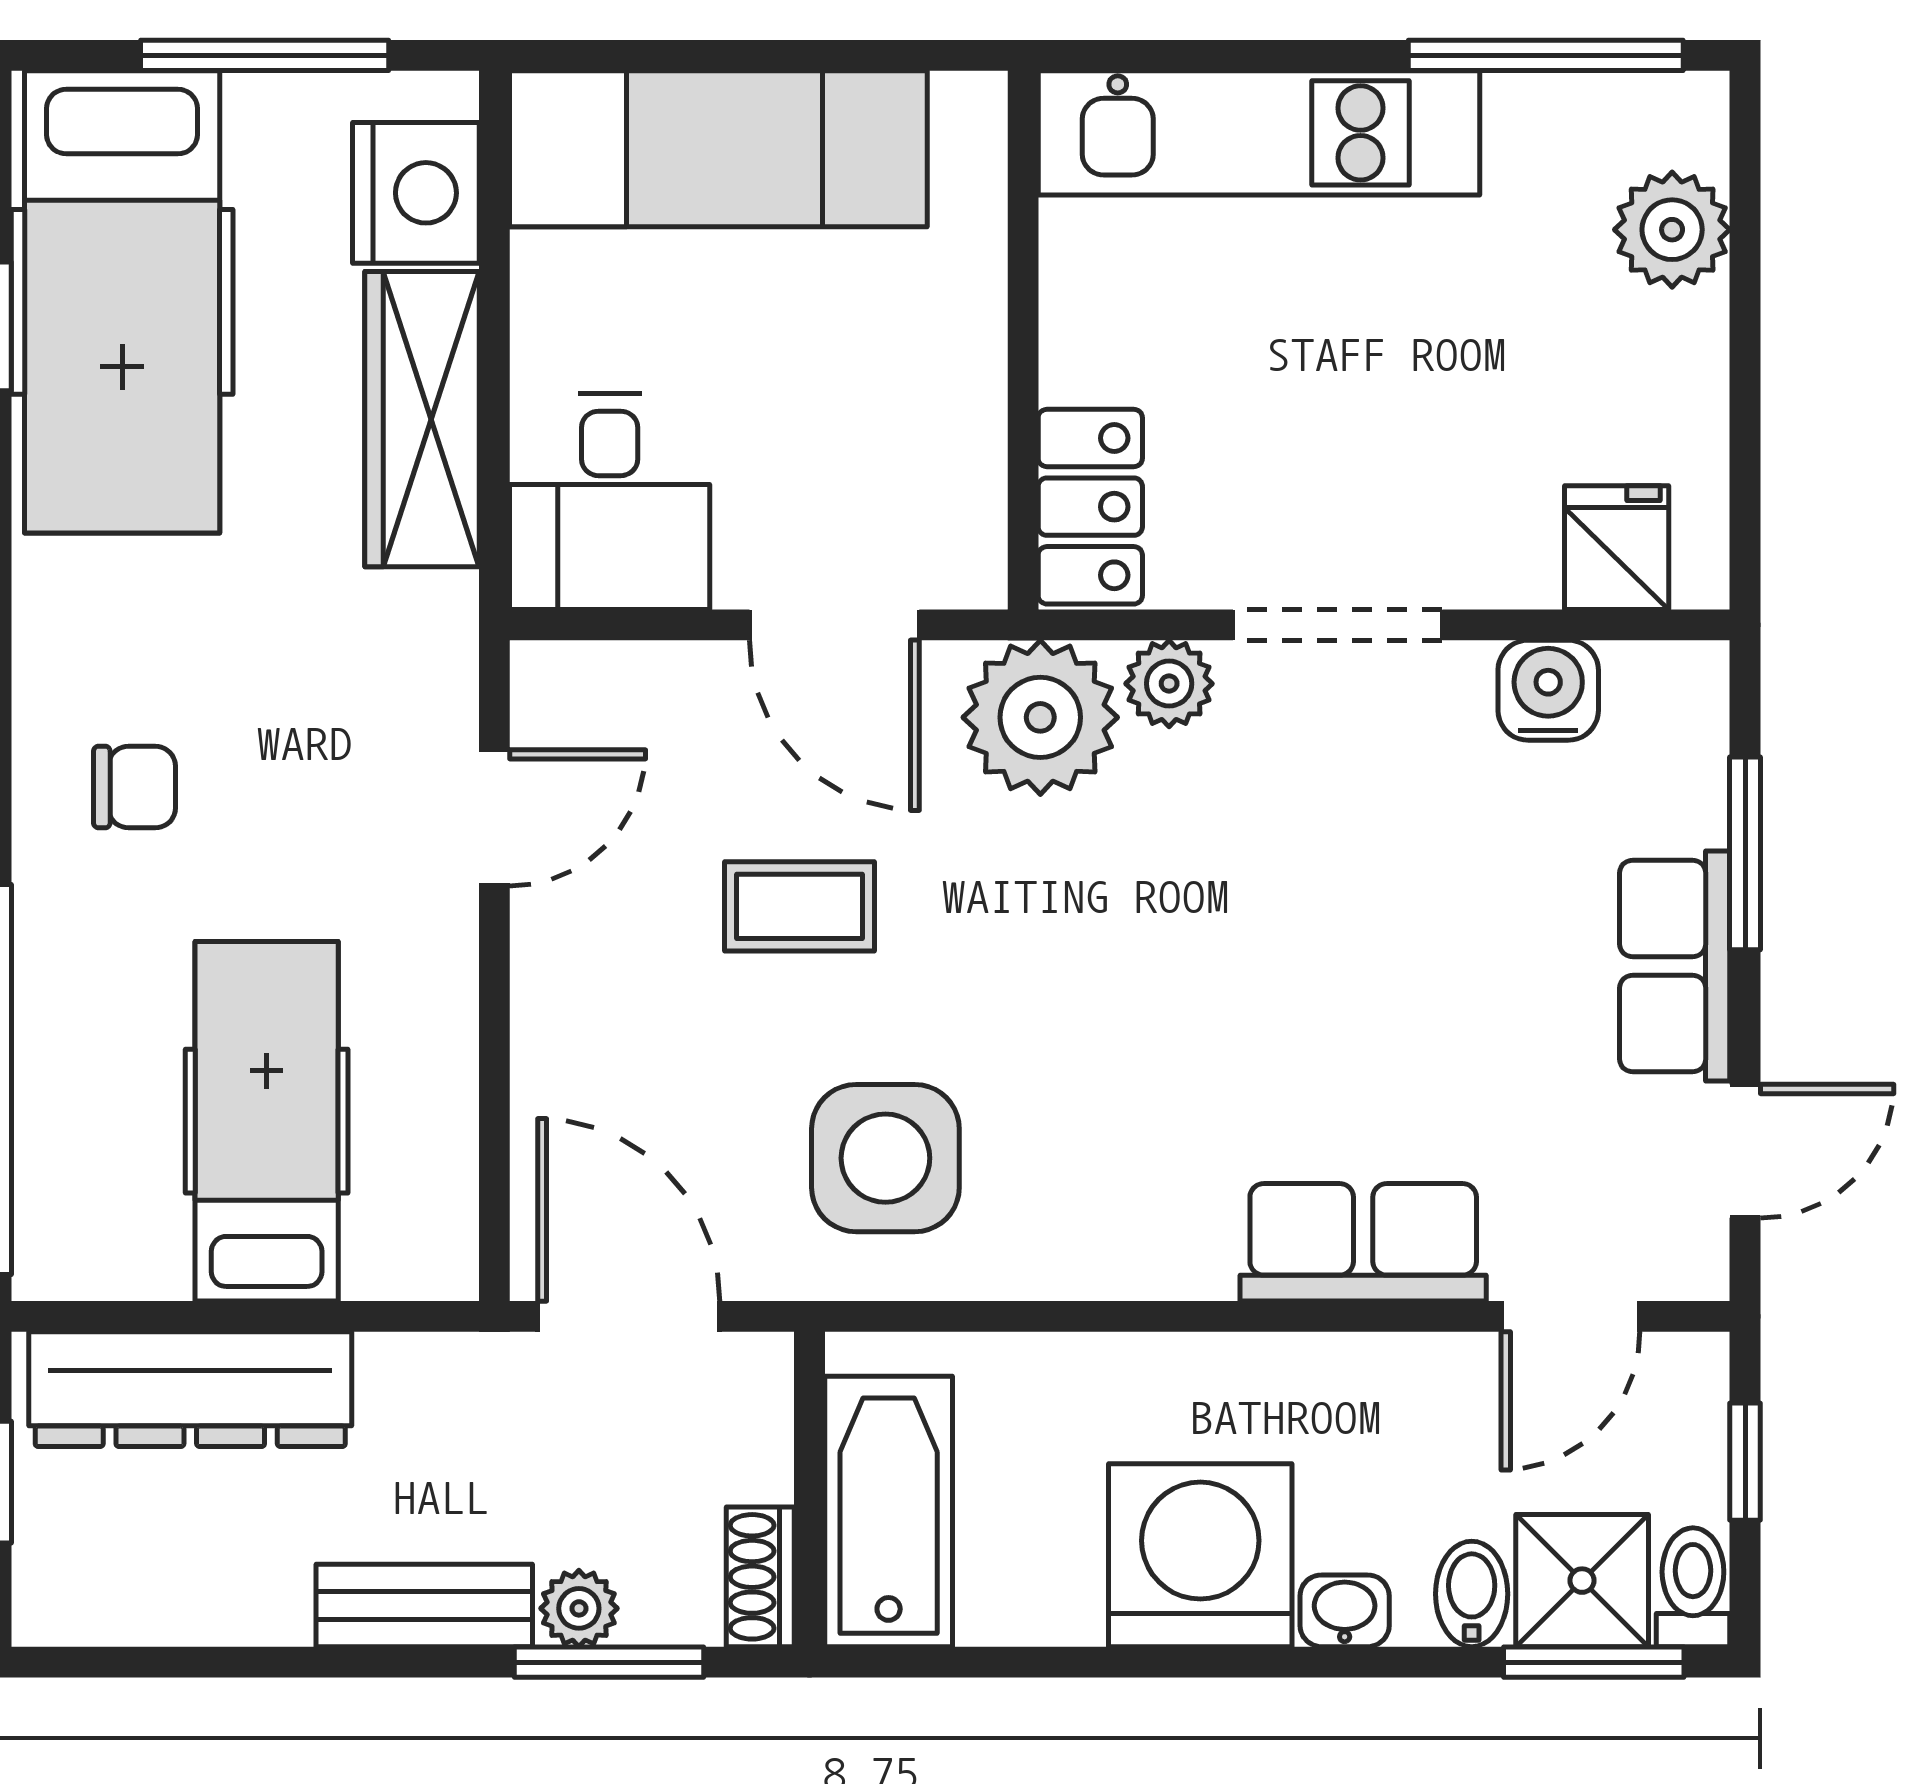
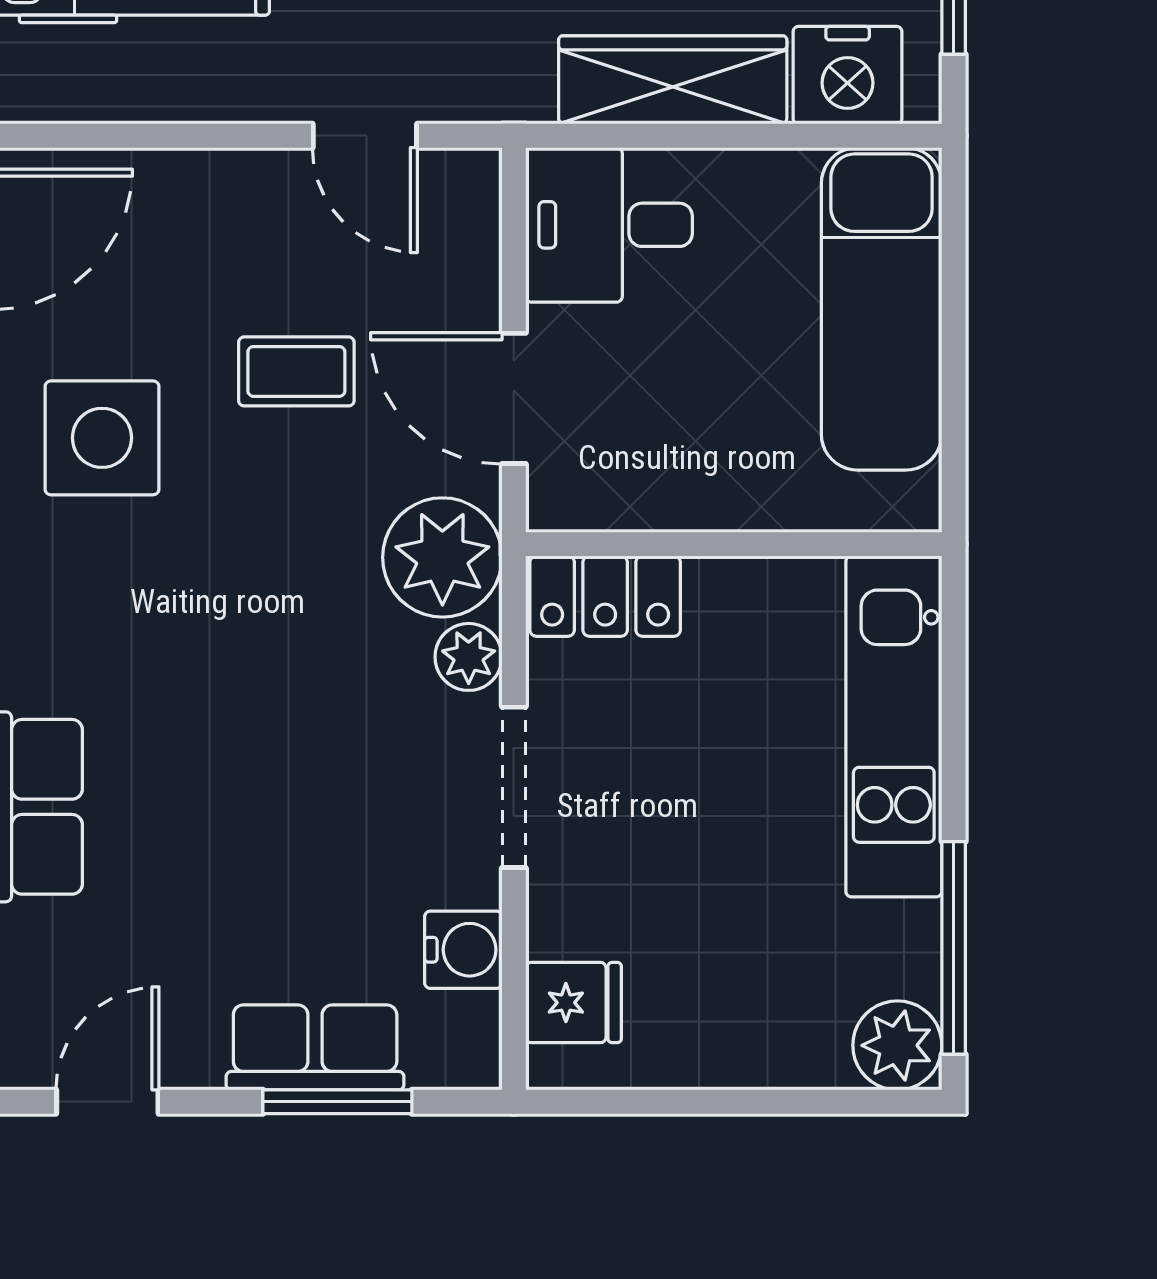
plant: (1672, 230) -> (897, 1045), moved
door: (834, 625) -> (514, 398), hinge flipped
coffee table: (799, 906) -> (296, 371), turned 90
row of seats: (1675, 966) -> (315, 1047), moved
door: (1745, 1151) -> (107, 1102), swing flipped

